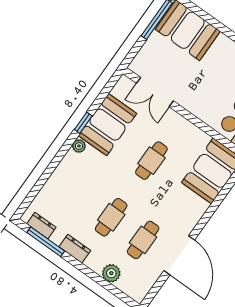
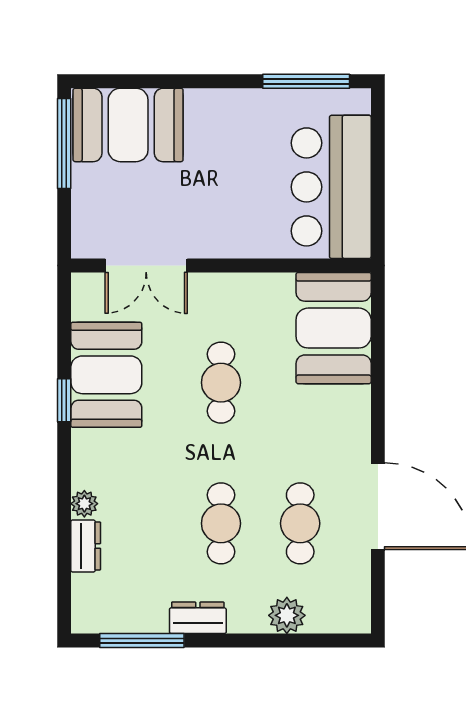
plant: (79, 146) -> (84, 504), moved
dresser: (41, 226) -> (86, 546), moved, turned 90

